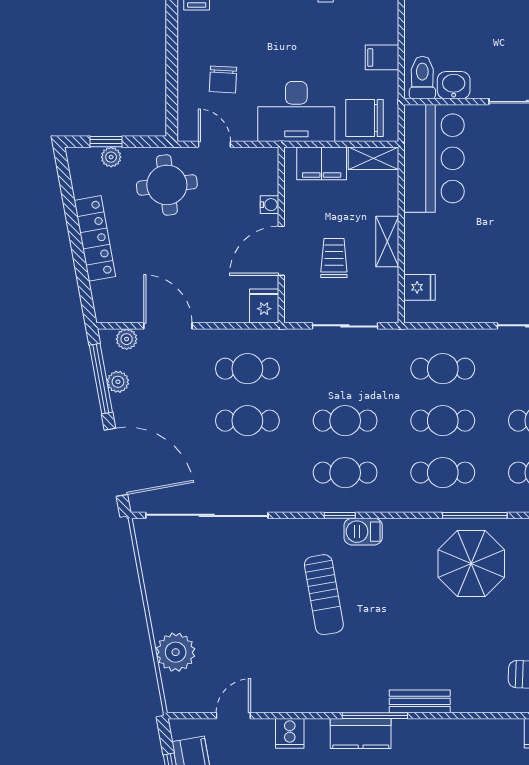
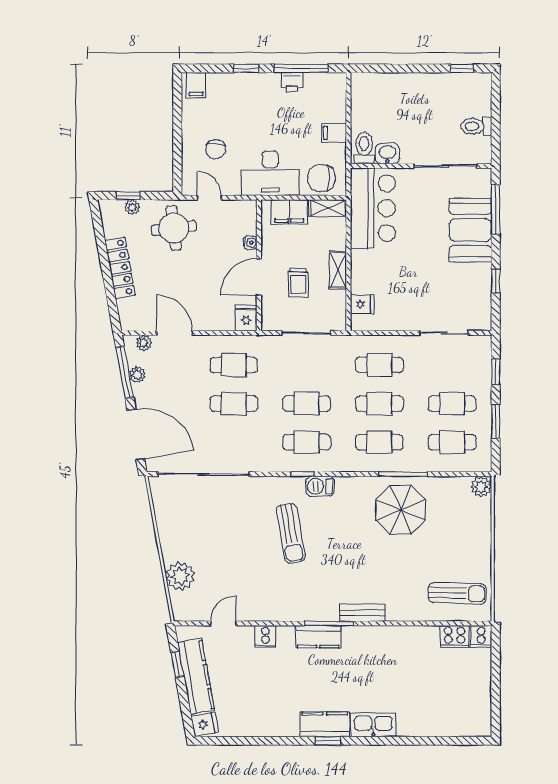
trolley: (334, 258) -> (298, 282), turned 180

